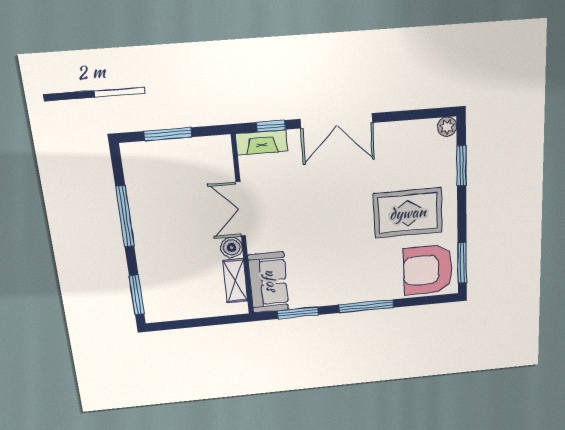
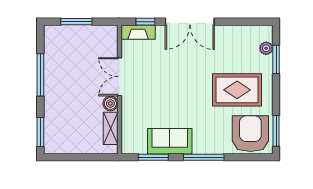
plant: (447, 127) -> (266, 48), moved
armchair: (428, 270) -> (250, 134), turned 90
sofa: (268, 282) -> (170, 141), moved, turned -90

